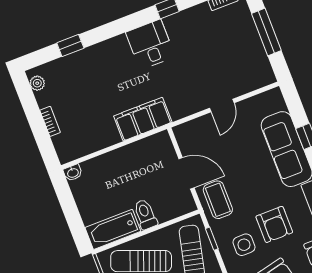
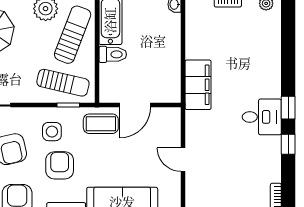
window: (70, 45) -> (288, 108), moved
armchair: (274, 224) -> (60, 165), turned 90

